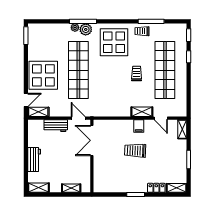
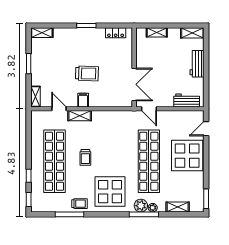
shelving: (38, 112) -> (178, 207), moved
workbench: (56, 126) -> (187, 100), moved
locker: (156, 188) -> (116, 33), moved

